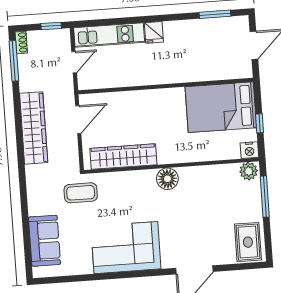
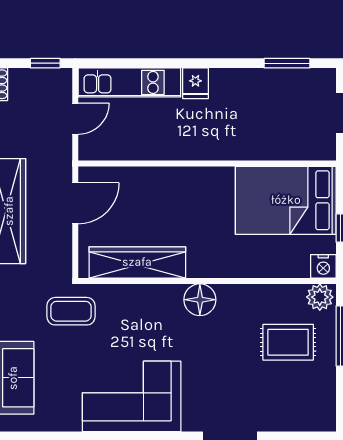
rug: (248, 242) -> (288, 342), moved, turned 90

